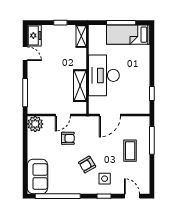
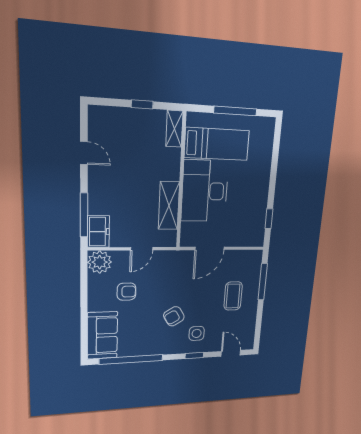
freezer: (34, 35) -> (98, 232), moved
bed: (128, 35) -> (217, 144), moved, turned 180
armchair: (68, 138) -> (126, 292), moved

